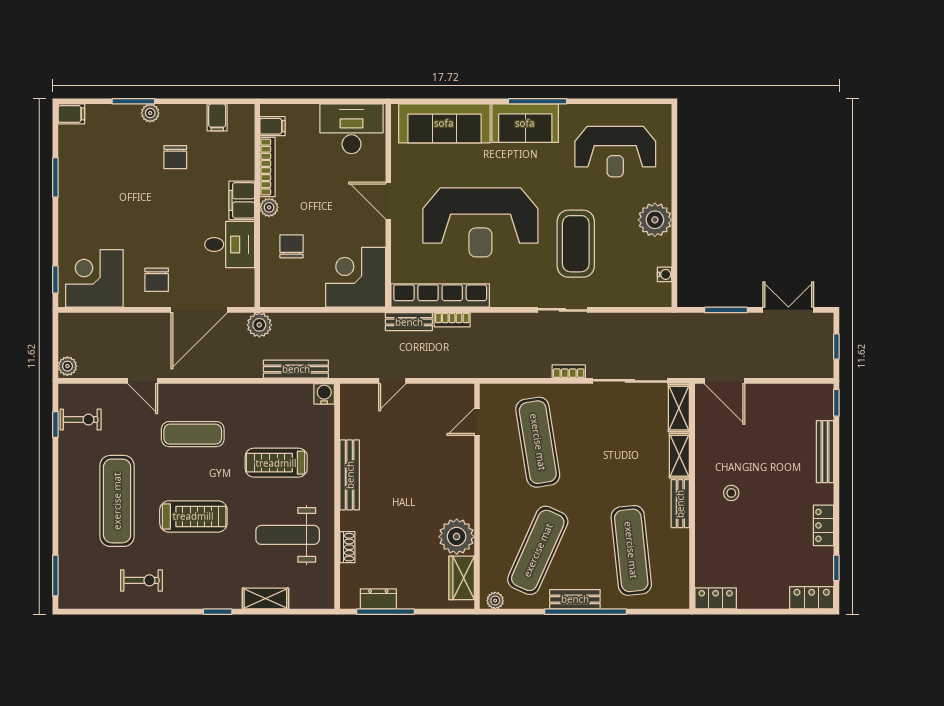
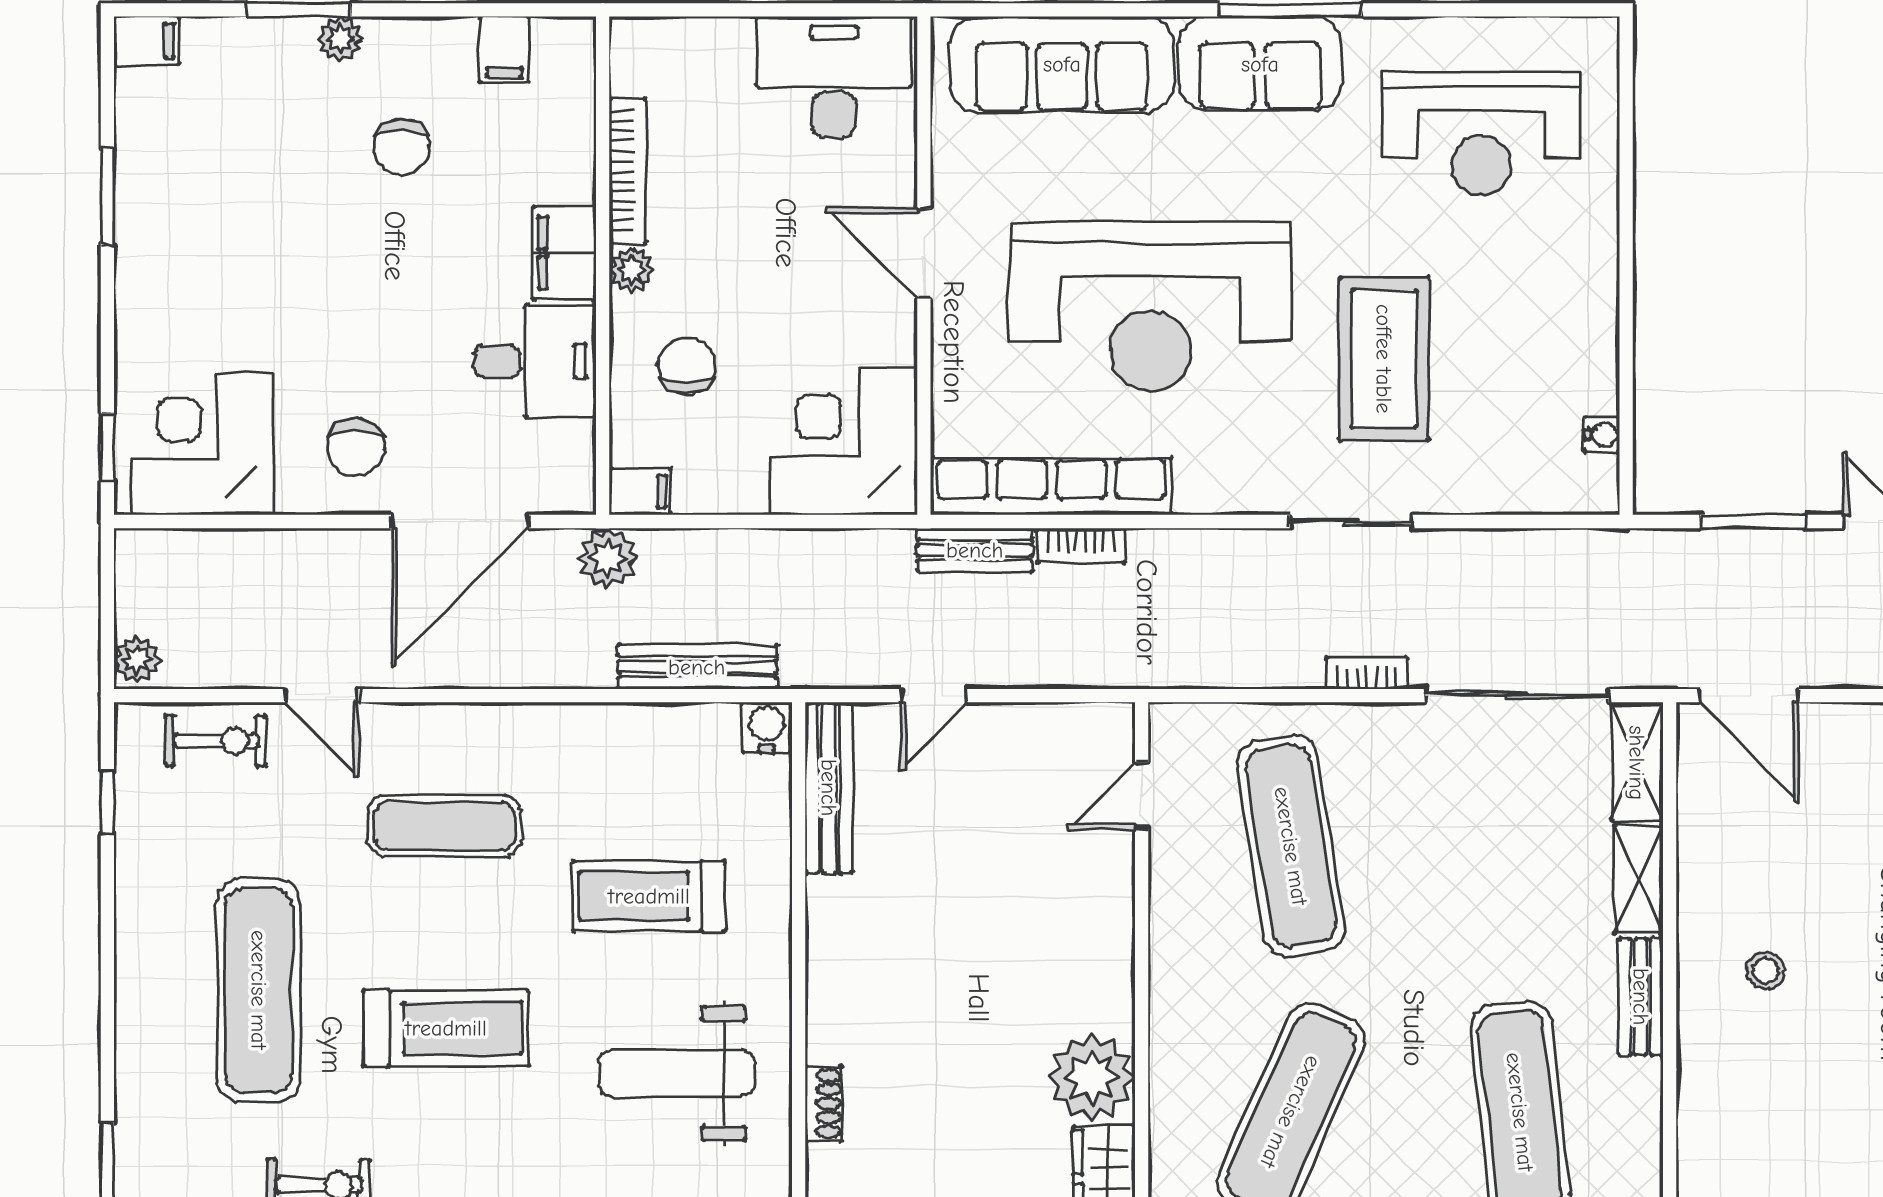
filing cabinet: (273, 126) -> (640, 492), moved
plant: (655, 220) -> (1578, 300), removed
exercise bike: (81, 420) -> (216, 741), moved
bench: (350, 475) -> (829, 788), moved

